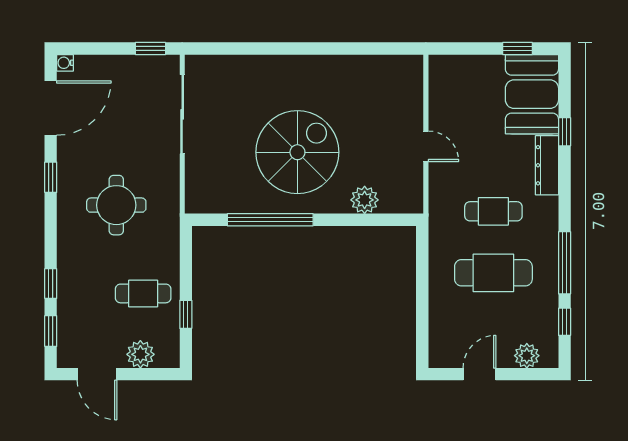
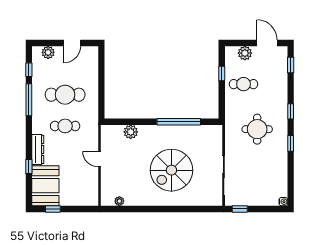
plant: (387, 64) -> (119, 201), added
door: (51, 108) -> (291, 179), removed
spiral stairs: (297, 152) -> (171, 170), moved
window: (51, 284) -> (291, 111), moved

